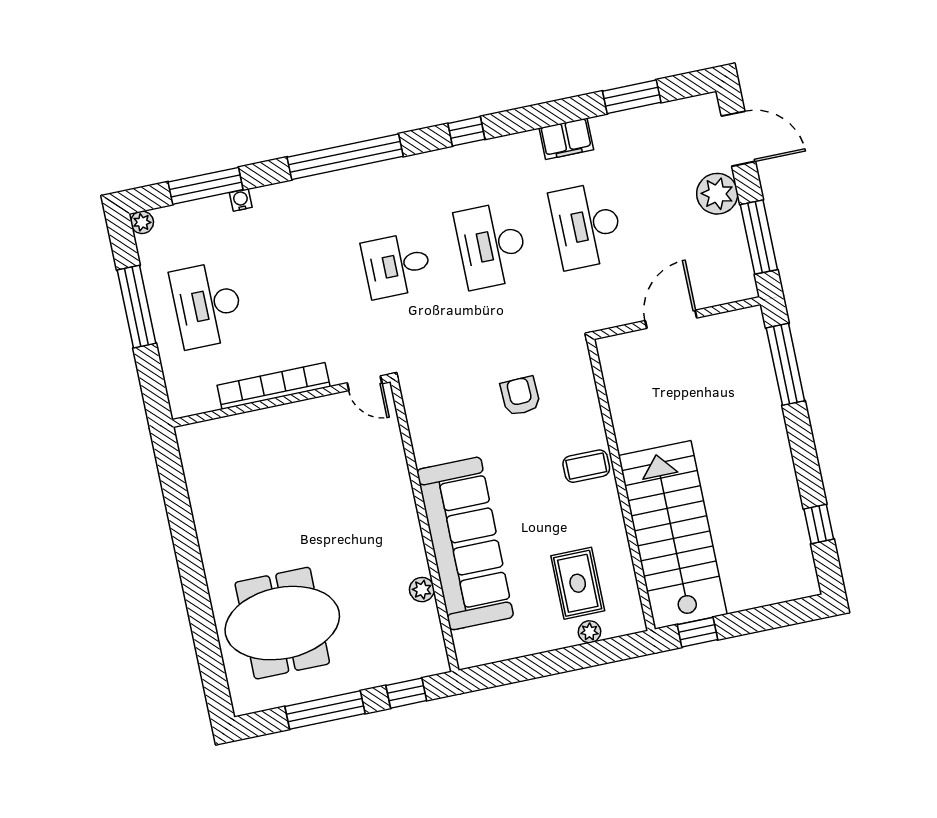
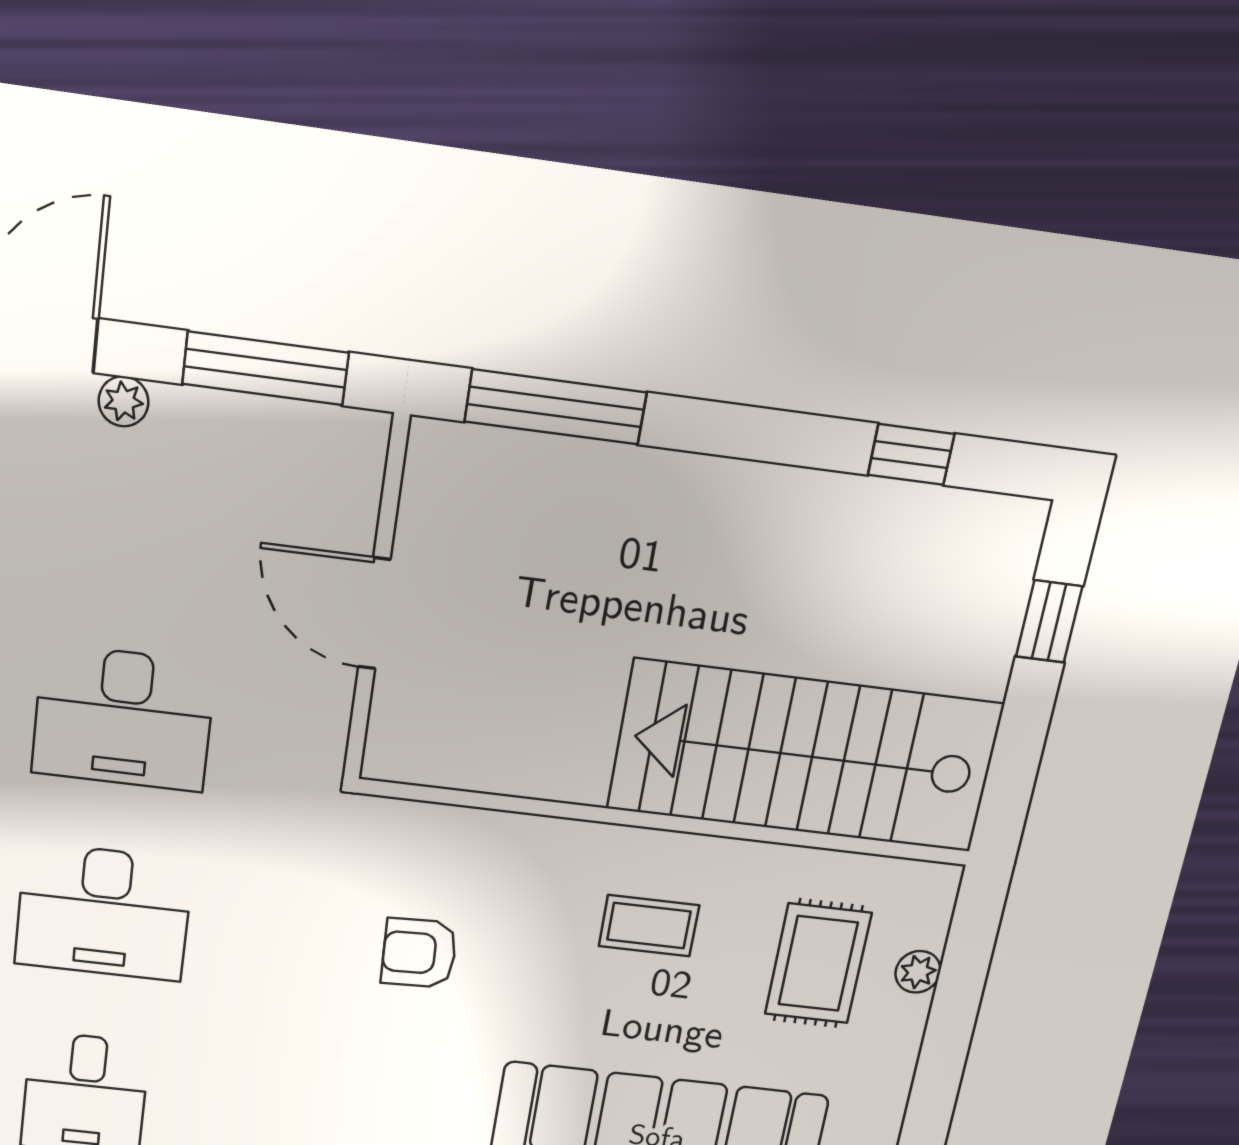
plant: (717, 194) -> (124, 401), width x0.53, depth x0.53
coffee table: (586, 466) -> (649, 926), moved, turned 90
rug: (578, 583) -> (818, 964), turned 90
window: (697, 632) -> (1049, 621), moved

